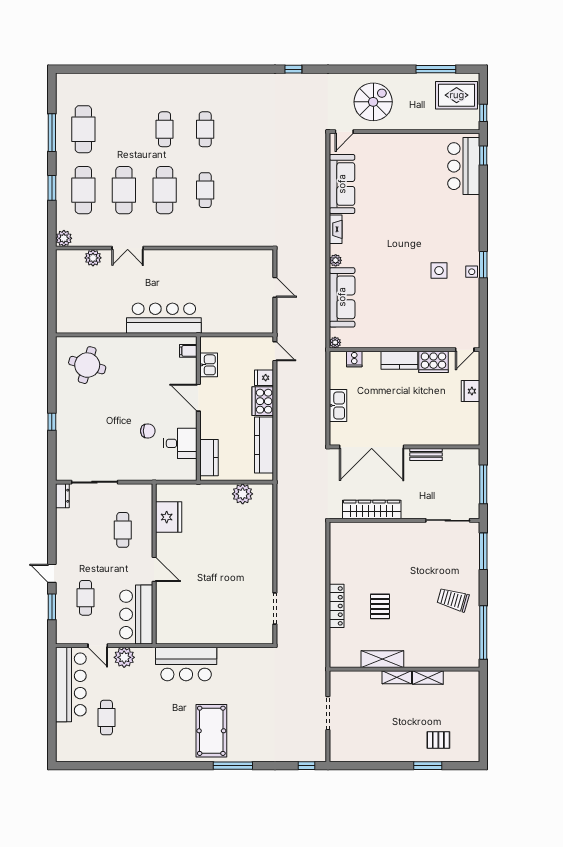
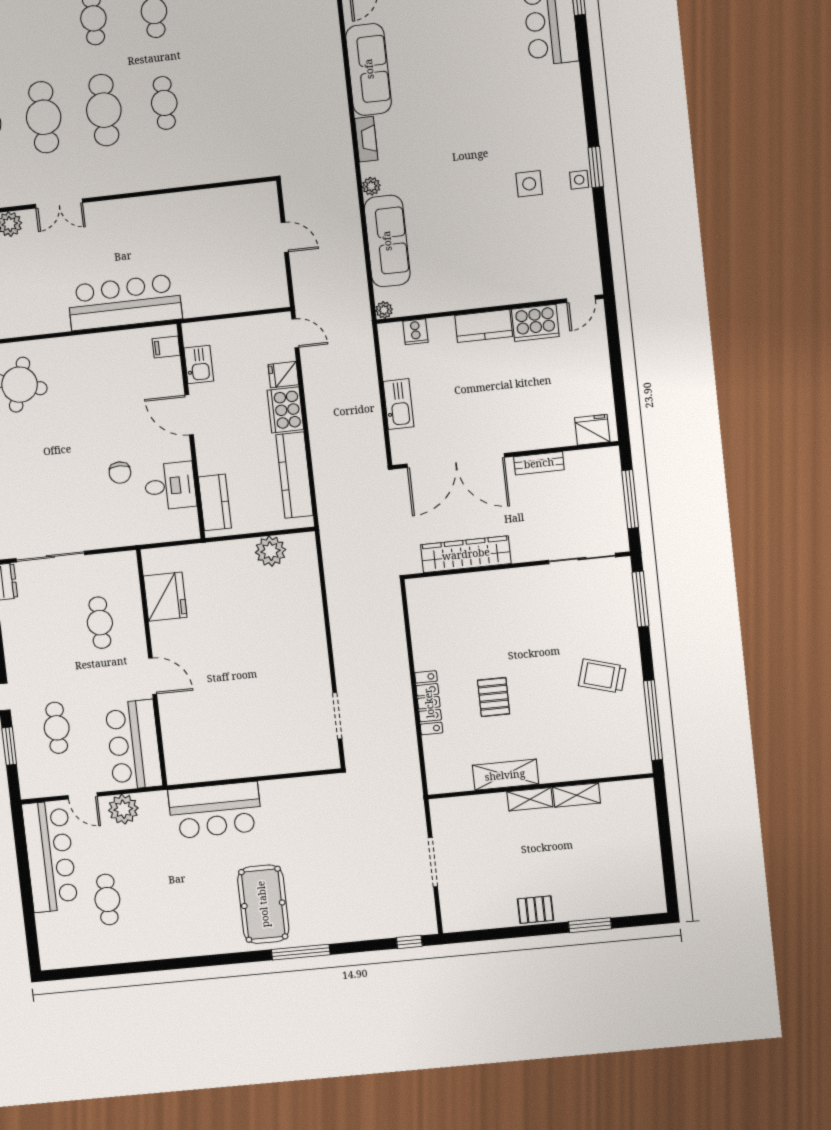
fridge: (470, 391) -> (592, 430), moved, turned 90
chair: (148, 431) -> (120, 473), turned 90
pallet: (438, 740) -> (535, 910), moved

